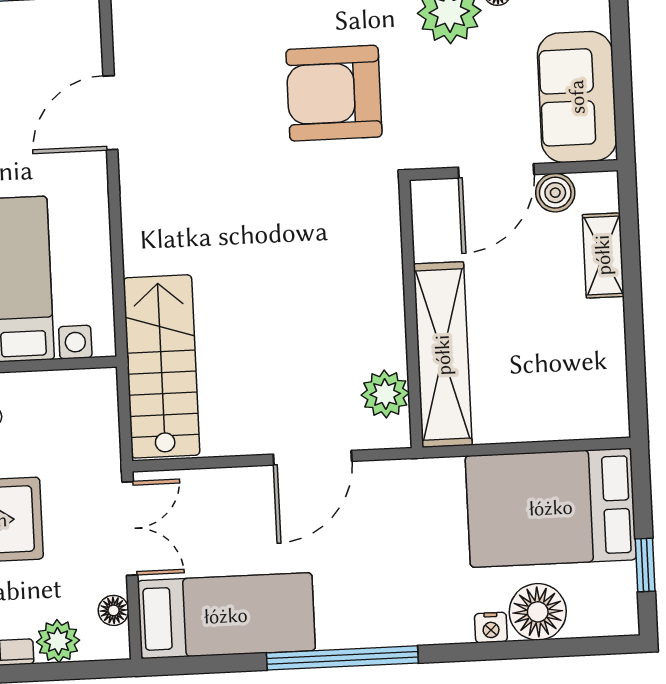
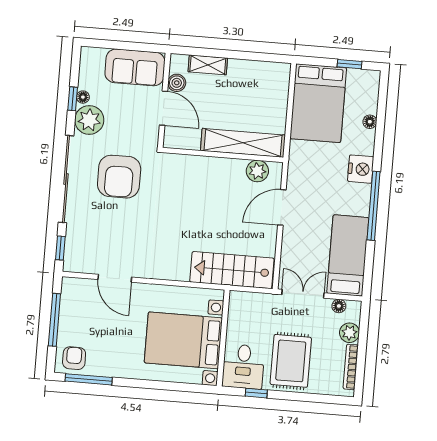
door: (313, 458) -> (282, 207), swing flipped
floor lamp: (538, 612) -> (370, 122), width x0.53, depth x0.53
nightstand: (491, 628) -> (361, 169), moved, width x1.89, depth x1.79

